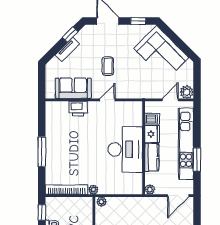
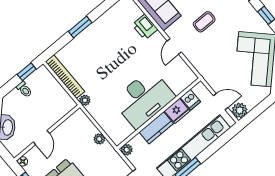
door: (107, 100) -> (174, 46), swing flipped
window: (42, 152) -> (80, 27), width x0.69
plant: (101, 202) -> (99, 139), moved

